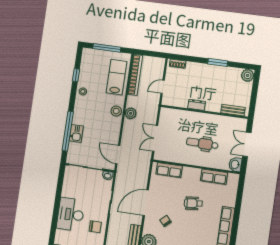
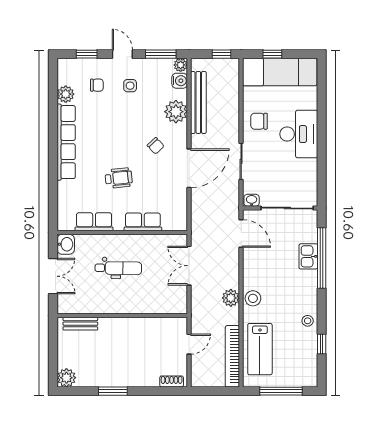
dresser: (197, 105) -> (135, 324), removed
double door: (155, 138) -> (189, 266), swing flipped
row of seats: (169, 170) -> (143, 222), moved

